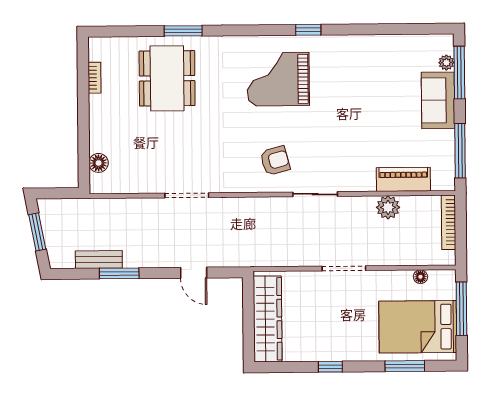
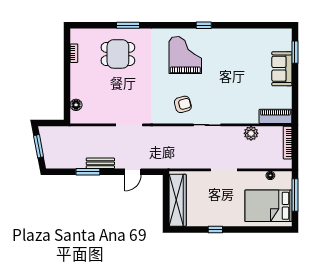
plant: (446, 63) -> (287, 46), removed
window: (459, 73) -> (295, 52), width x0.69
dining table: (167, 78) -> (118, 54), width x0.73
grand piano: (278, 79) -> (185, 55), turned 90
window: (460, 151) -> (295, 99), removed
piano: (403, 179) -> (275, 116), moved
bench: (99, 260) -> (100, 163), moved
door: (194, 273) -> (133, 172), hinge flipped
window: (405, 366) -> (260, 229), removed

